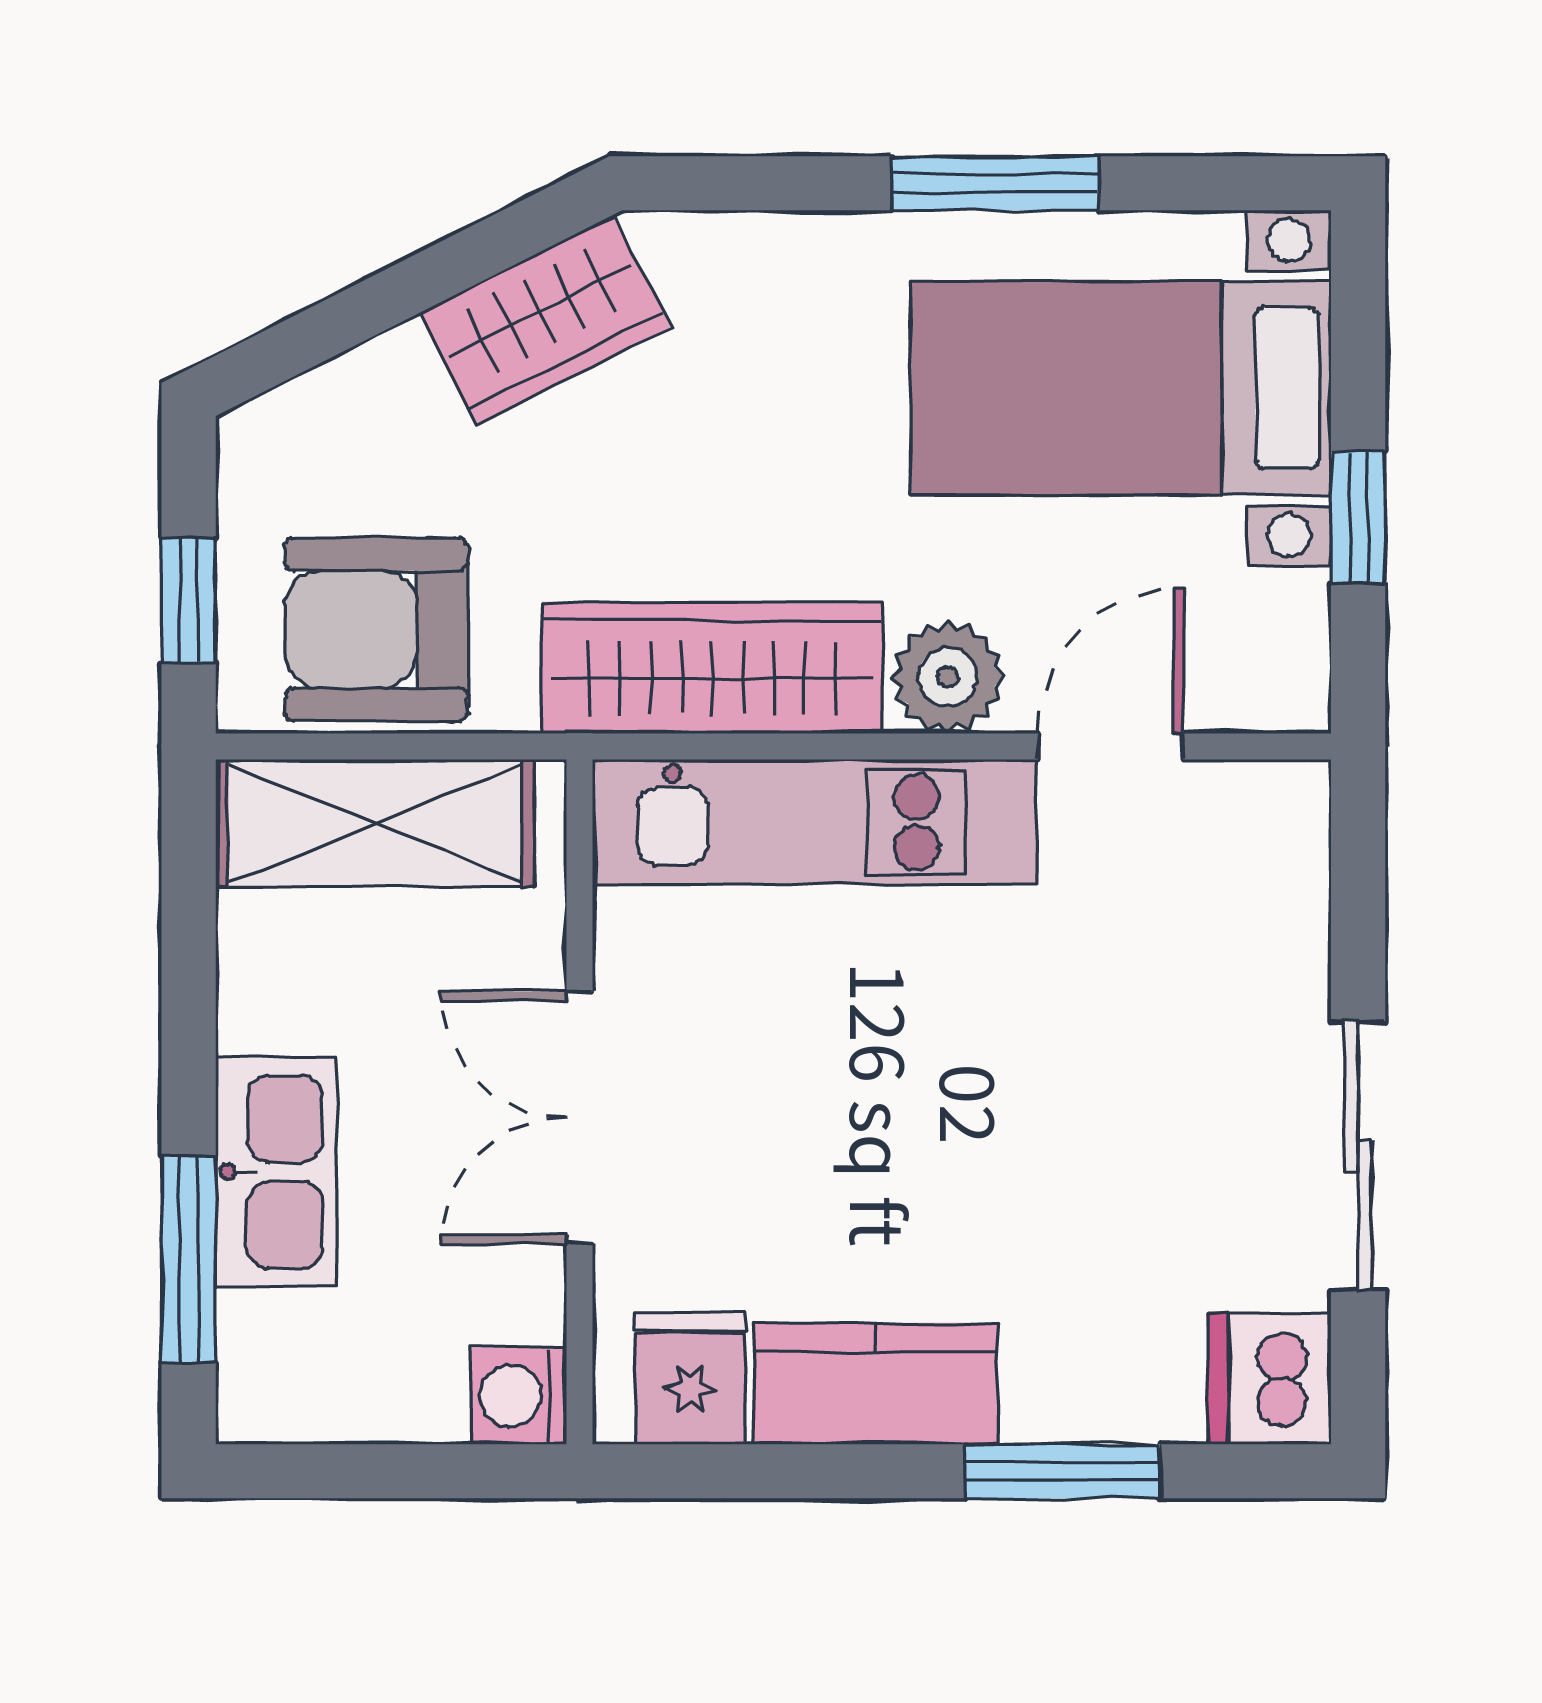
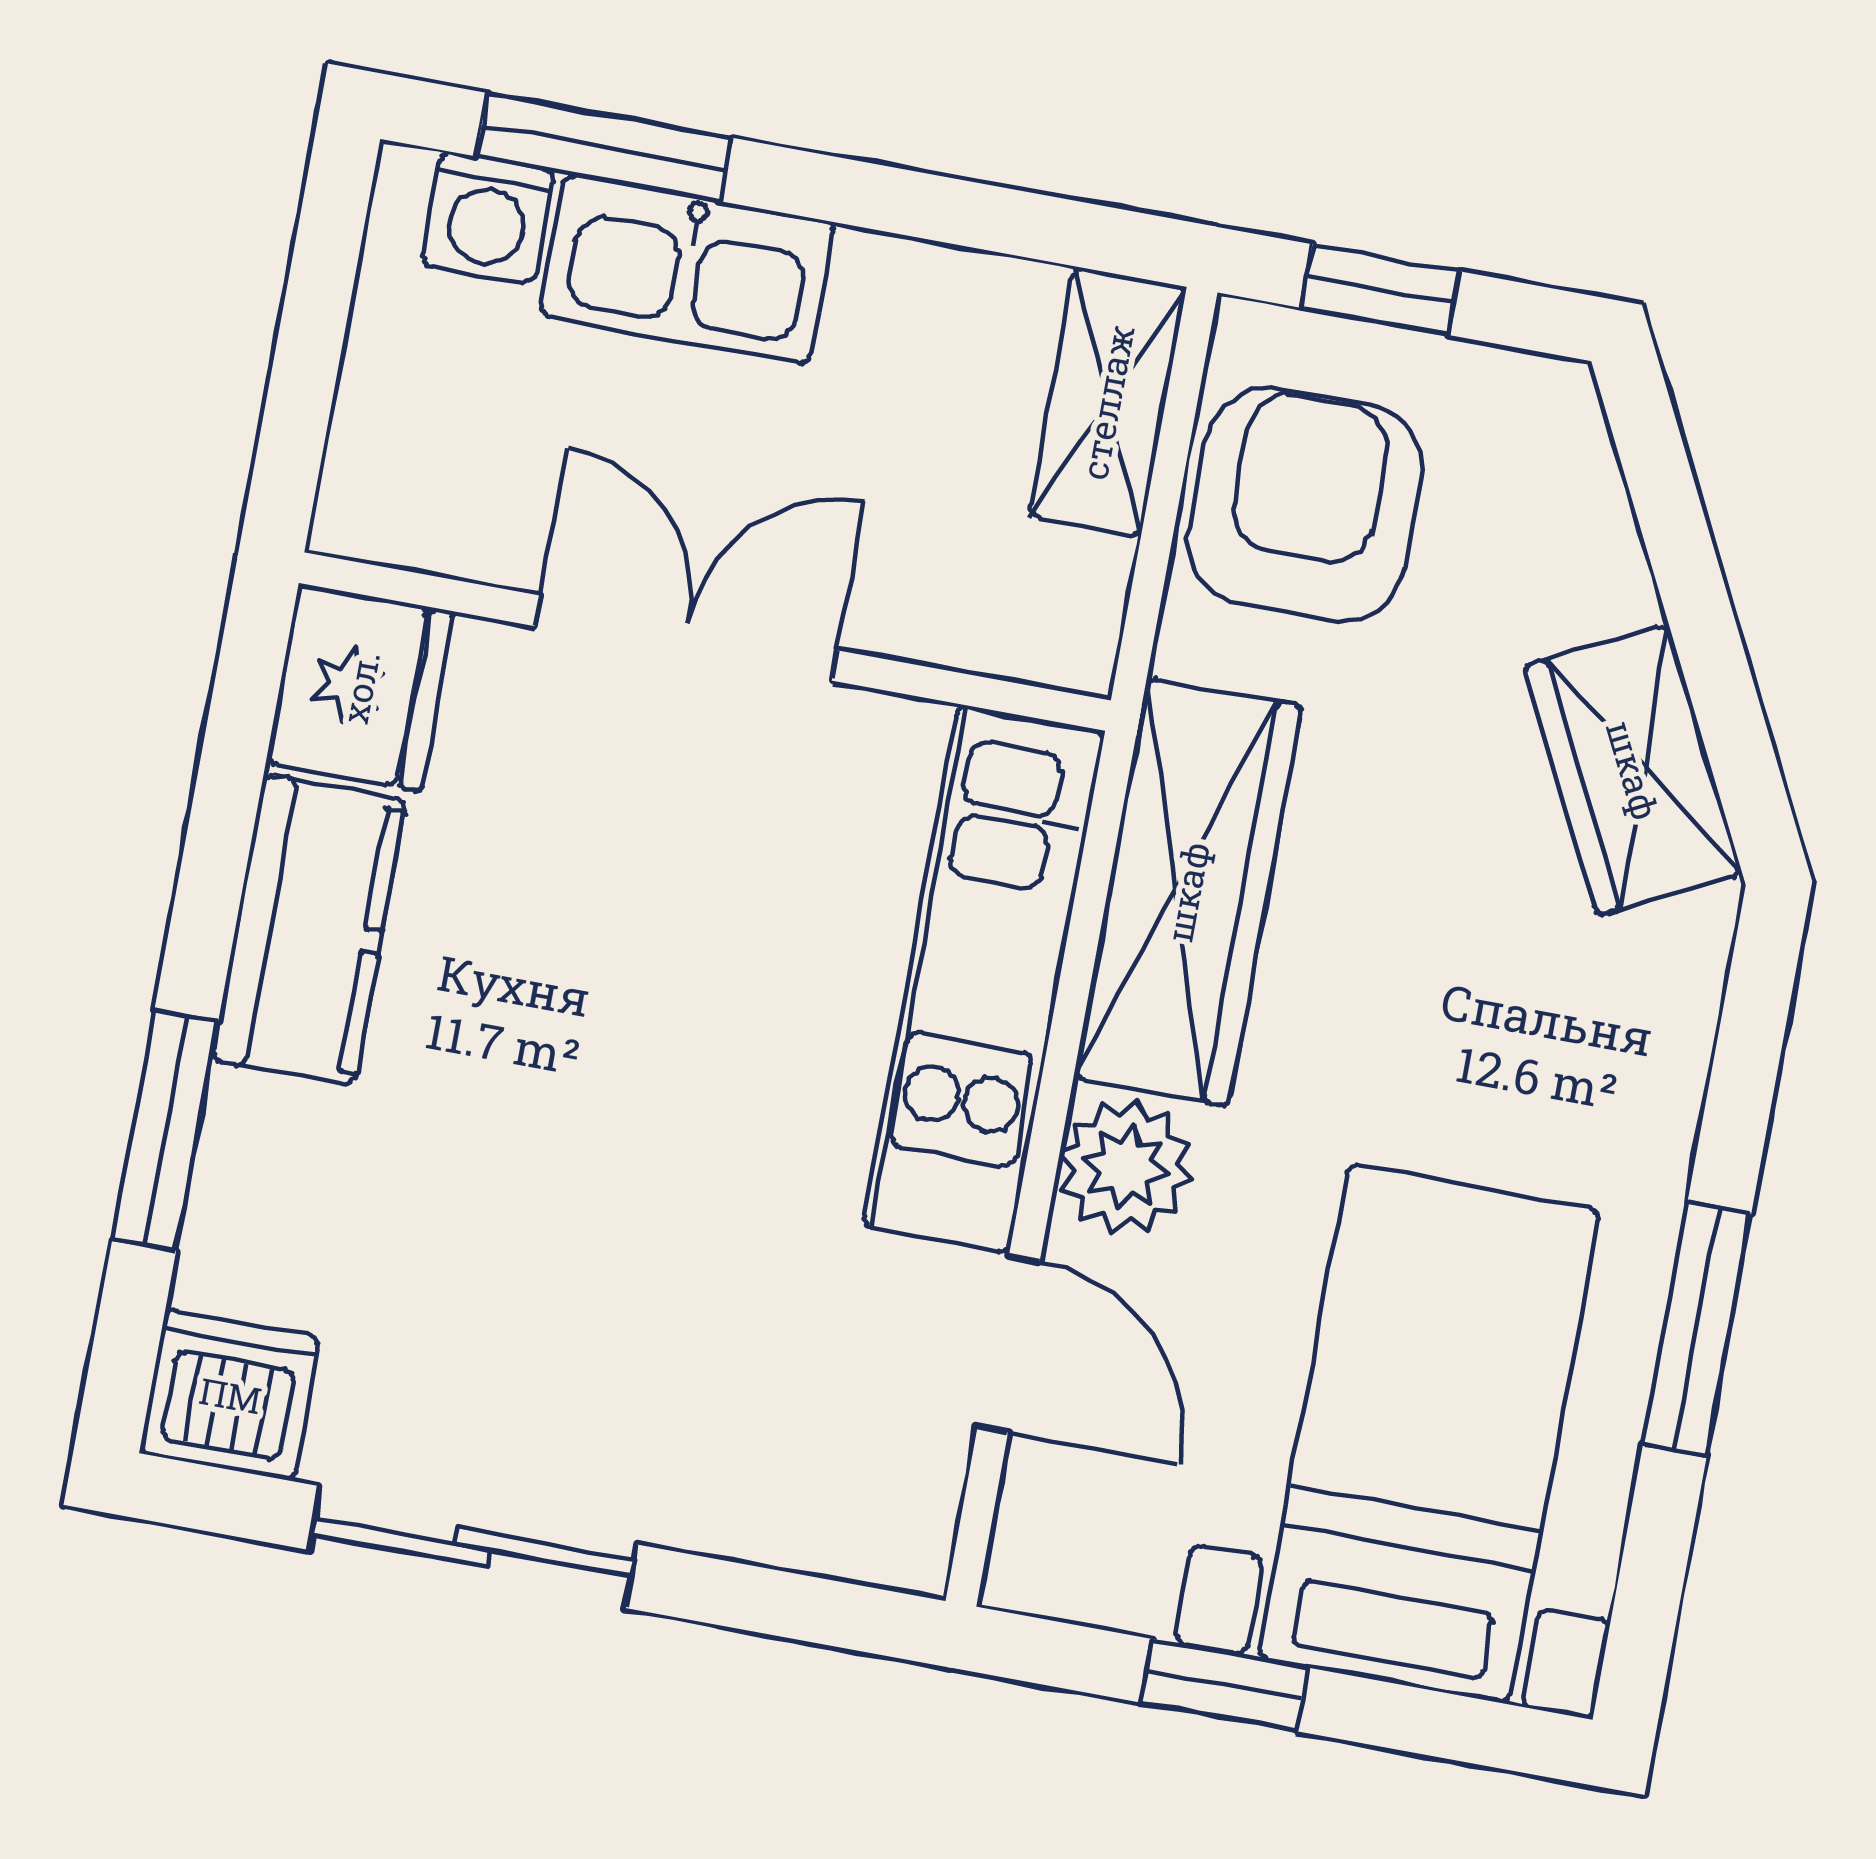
shelving: (375, 823) -> (1107, 402), width x0.67, depth x0.75
fridge: (690, 1378) -> (360, 687), width x1.38
washing machine: (518, 1396) -> (488, 217), moved, turned 180

